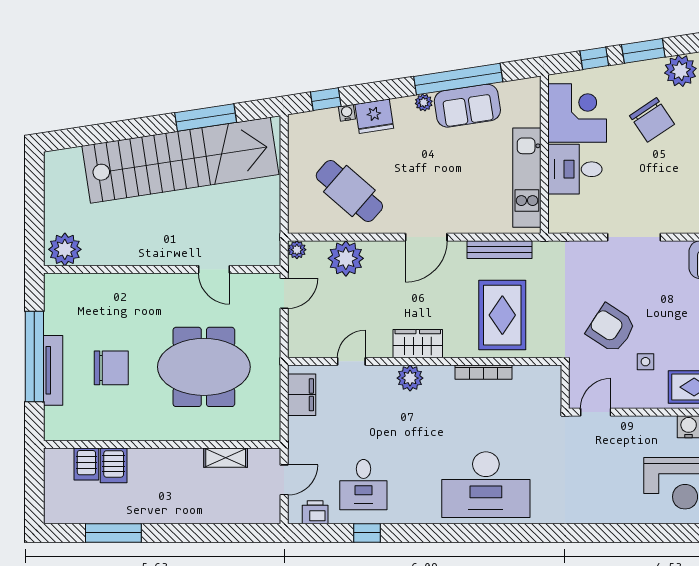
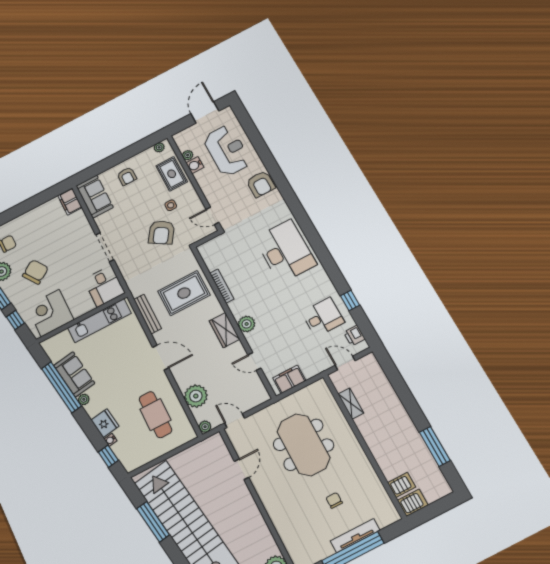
desk: (575, 169) -> (104, 286), moved
cafe table: (349, 191) -> (155, 415), turned -41
chair: (111, 368) -> (334, 500), width x0.54, depth x0.54
server rack: (114, 465) -> (413, 503), moved
armchair: (606, 504) -> (261, 184), added

